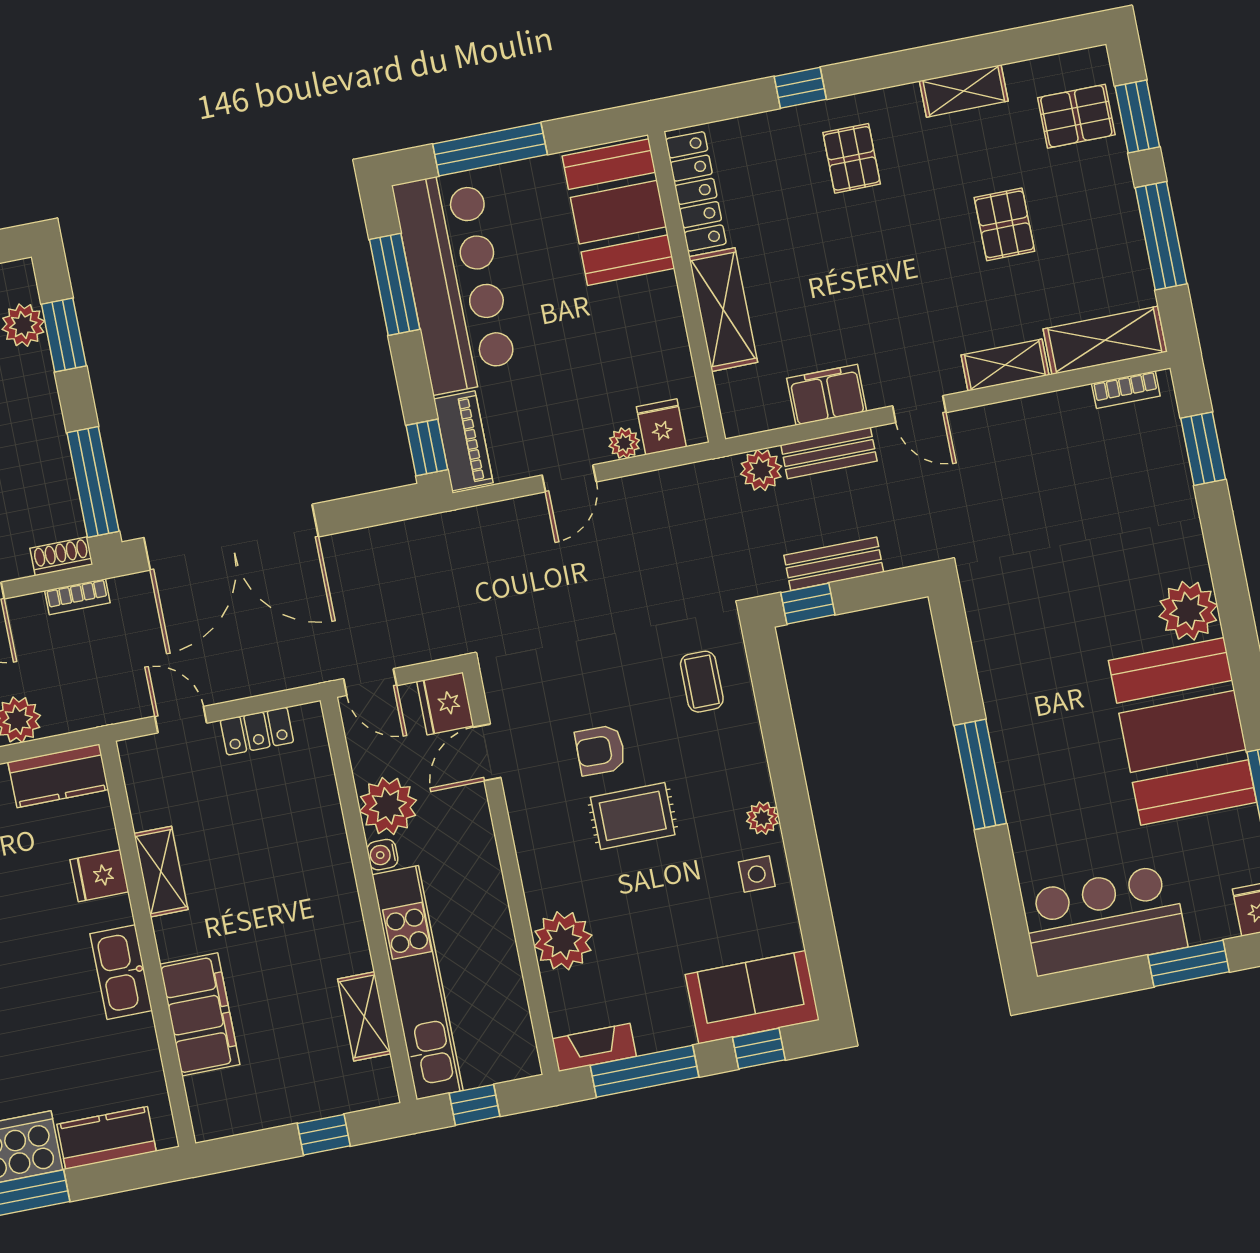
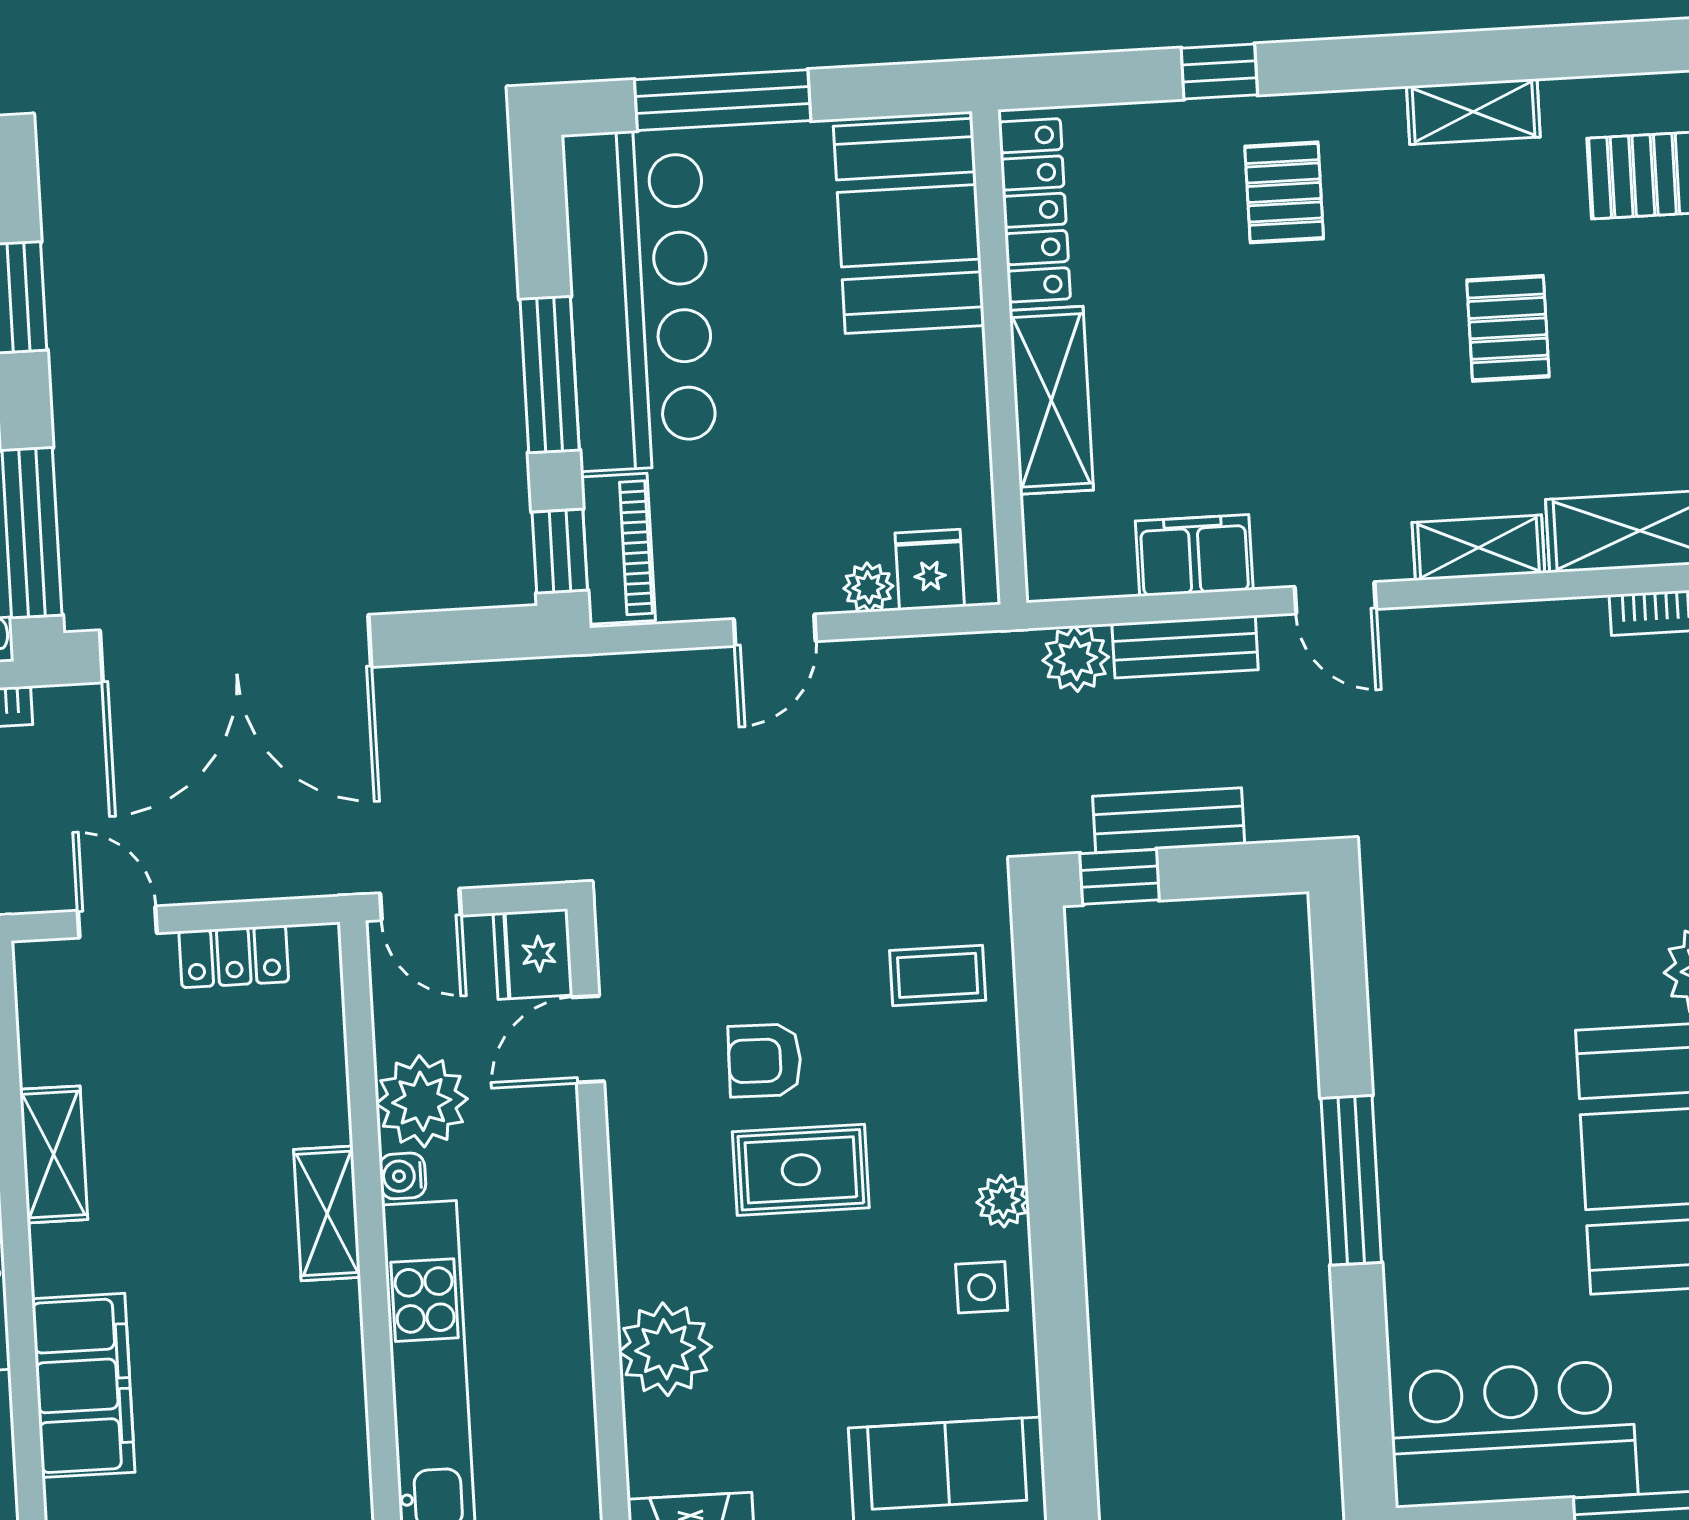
window: (395, 284) -> (550, 375), moved
coffee table: (702, 682) -> (938, 975), turned 90
shelving: (364, 1016) -> (327, 1213), moved

